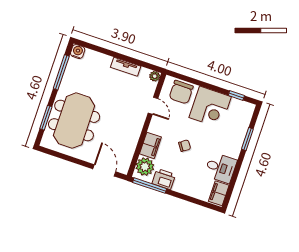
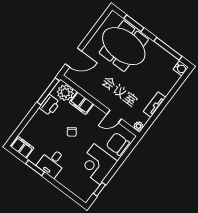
window: (247, 139) -> (35, 168), moved
desk: (221, 168) -> (52, 163), moved

